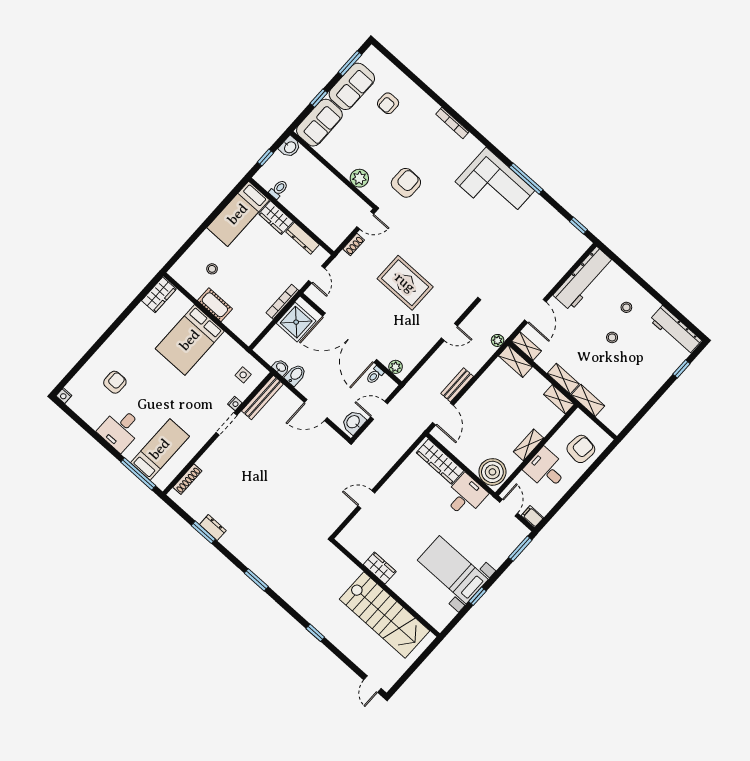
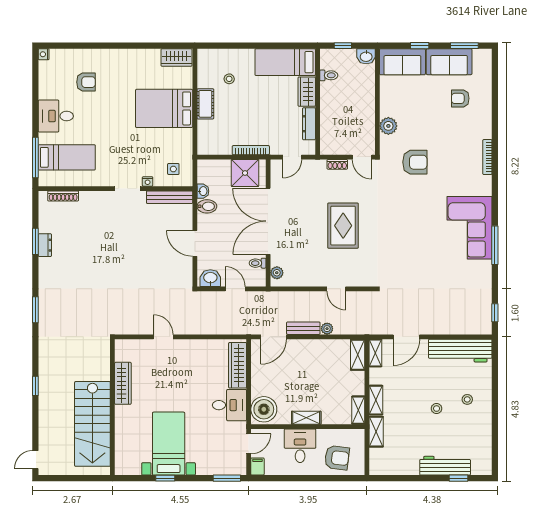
workbench: (676, 330) -> (445, 466), moved, turned 90
plant: (498, 340) -> (327, 329), moved
wardrobe: (380, 568) -> (123, 383), width x1.50

